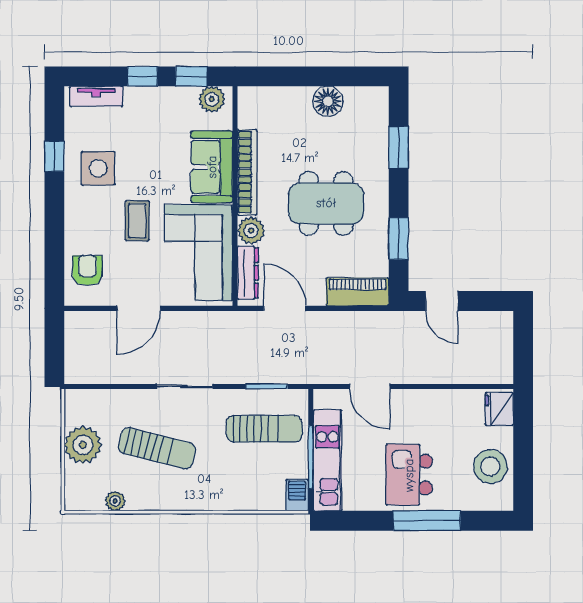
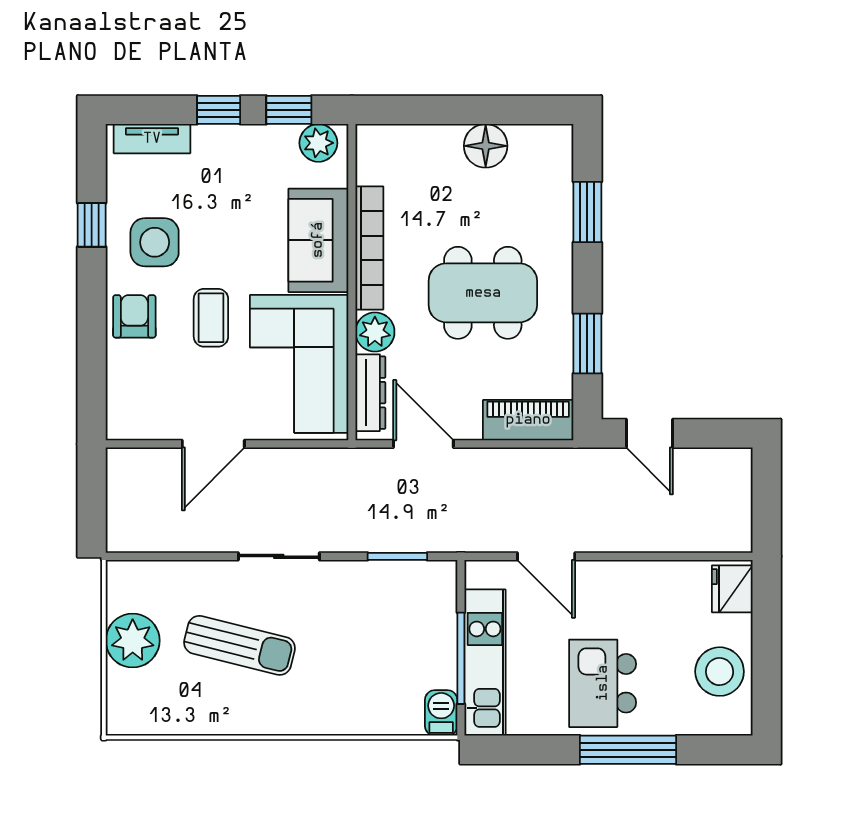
armchair: (87, 270) -> (134, 316), moved
sun lounger: (264, 429) -> (394, 617), removed
plant: (115, 501) -> (179, 721), removed

